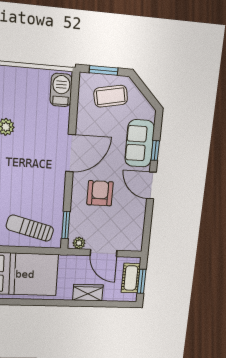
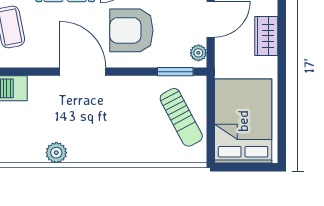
armchair: (100, 193) -> (131, 30), width x1.36, depth x1.36
sun lounger: (30, 228) -> (181, 117), turned -43

